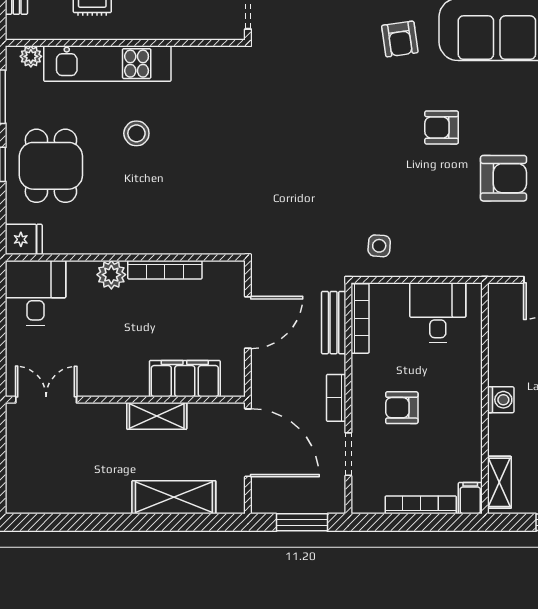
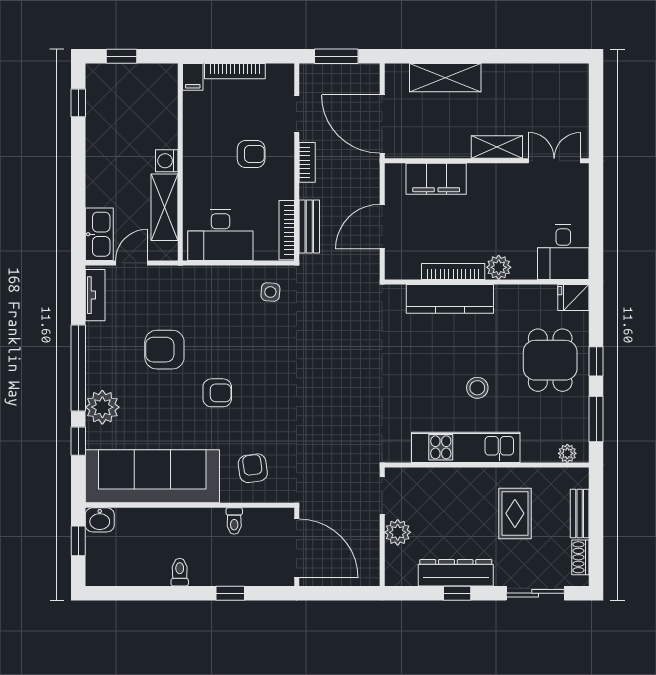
kitchen unit: (107, 64) -> (466, 447), moved
kitchen counter: (169, 238) -> (450, 299), added
desk: (438, 313) -> (220, 235), width x1.37
double door: (46, 400) -> (554, 161), swing flipped
shelving: (157, 416) -> (497, 147), moved
shelving: (499, 482) -> (165, 207), moved, width x1.50, depth x1.33

